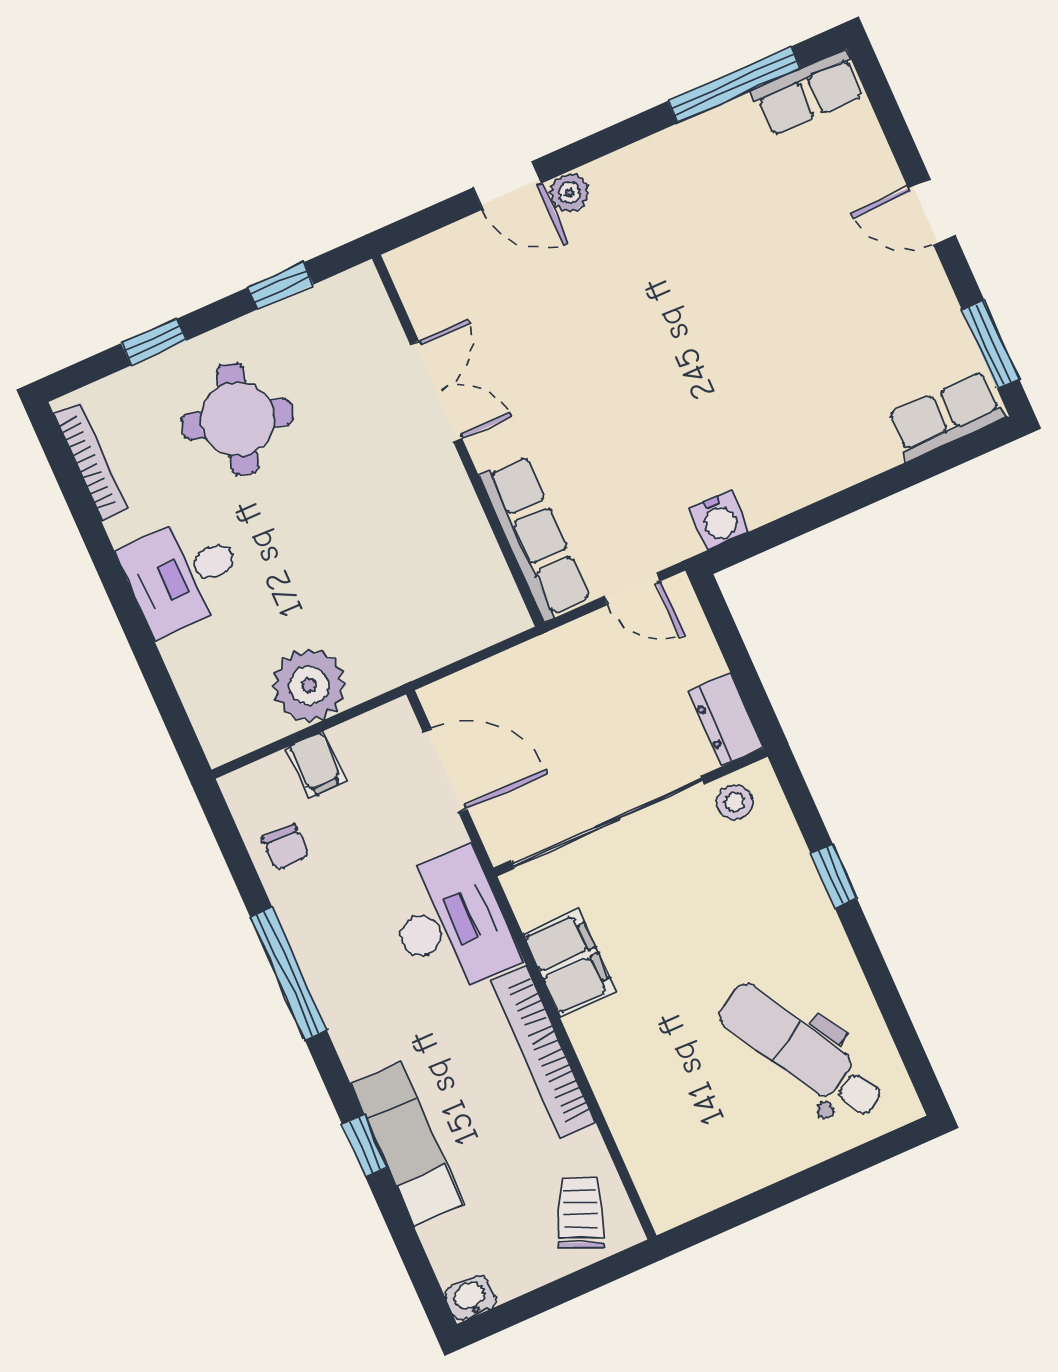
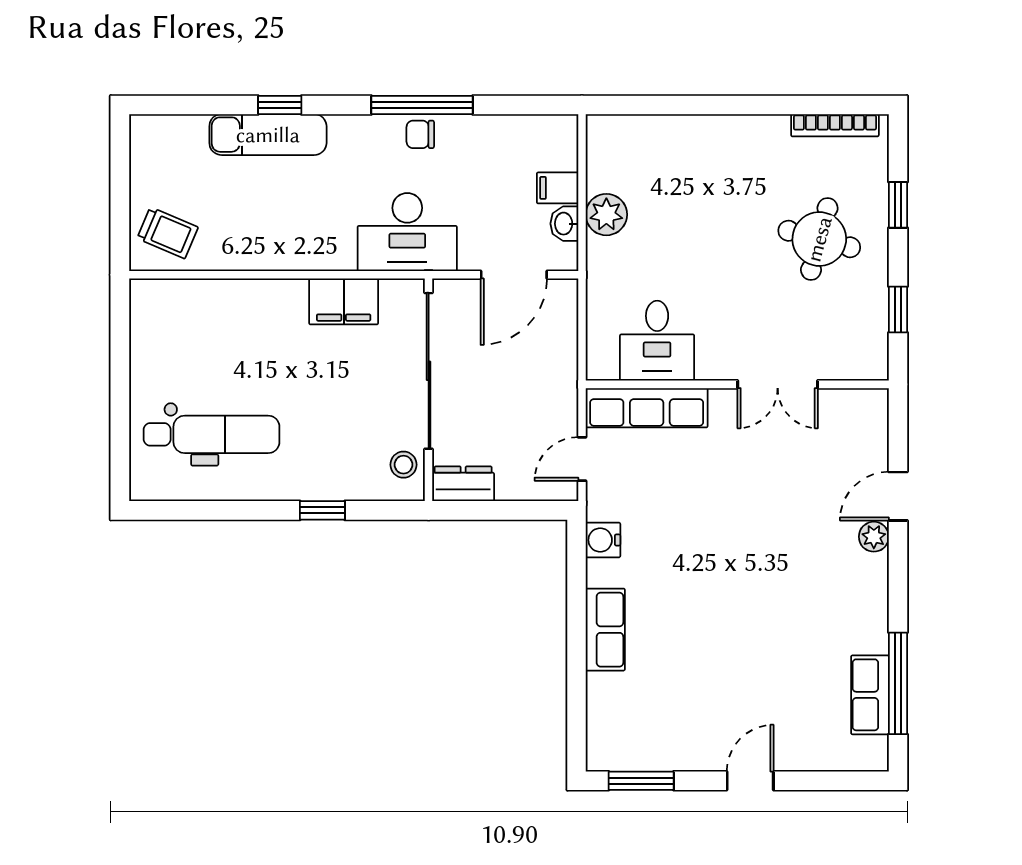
row of seats: (808, 93) -> (870, 695), moved
row of seats: (946, 416) -> (605, 630), moved
desk: (183, 575) -> (657, 341), moved, turned 180
plant: (309, 686) -> (606, 215), width x0.73, depth x0.73
chair: (285, 847) -> (420, 134), moved
bookcase: (543, 1052) -> (290, 256), removed
dental chair: (801, 1052) -> (211, 434), turned 30
washbasin: (470, 1298) -> (564, 224), moved, turned 180

